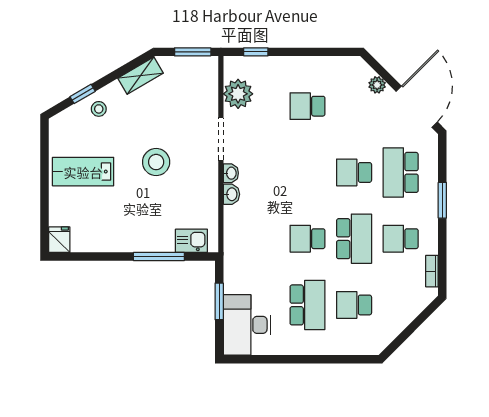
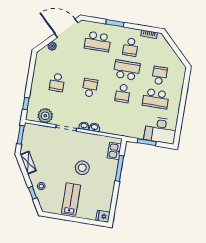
stool: (156, 162) -> (82, 168), moved
lab bench: (83, 172) -> (71, 199), turned 180
school desk: (354, 172) -> (90, 88), moved, turned 180
school desk: (307, 305) -> (156, 99), turned 180
school desk: (354, 305) -> (159, 76), turned 180

